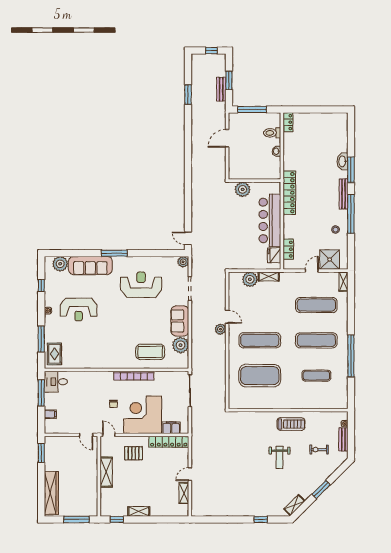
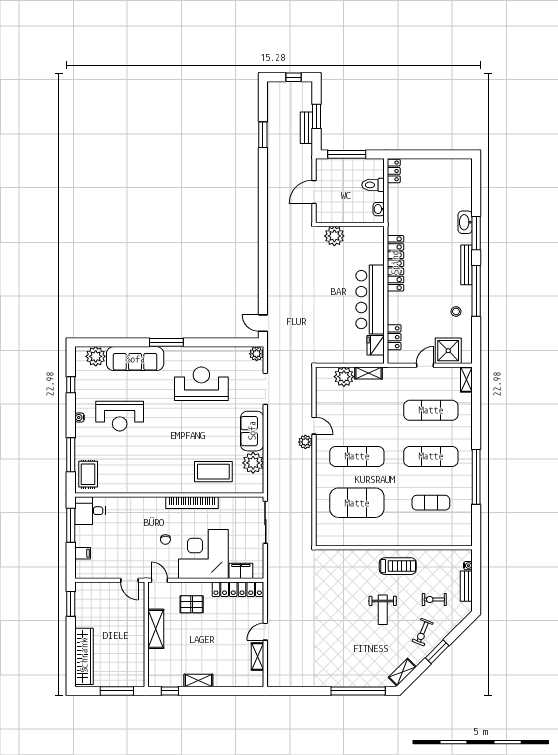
wall: (254, 181) -> (350, 224), moved
plant: (243, 189) -> (334, 236), moved
exercise bike: (310, 474) -> (423, 632), added
window: (261, 519) -> (358, 691), width x3.17

